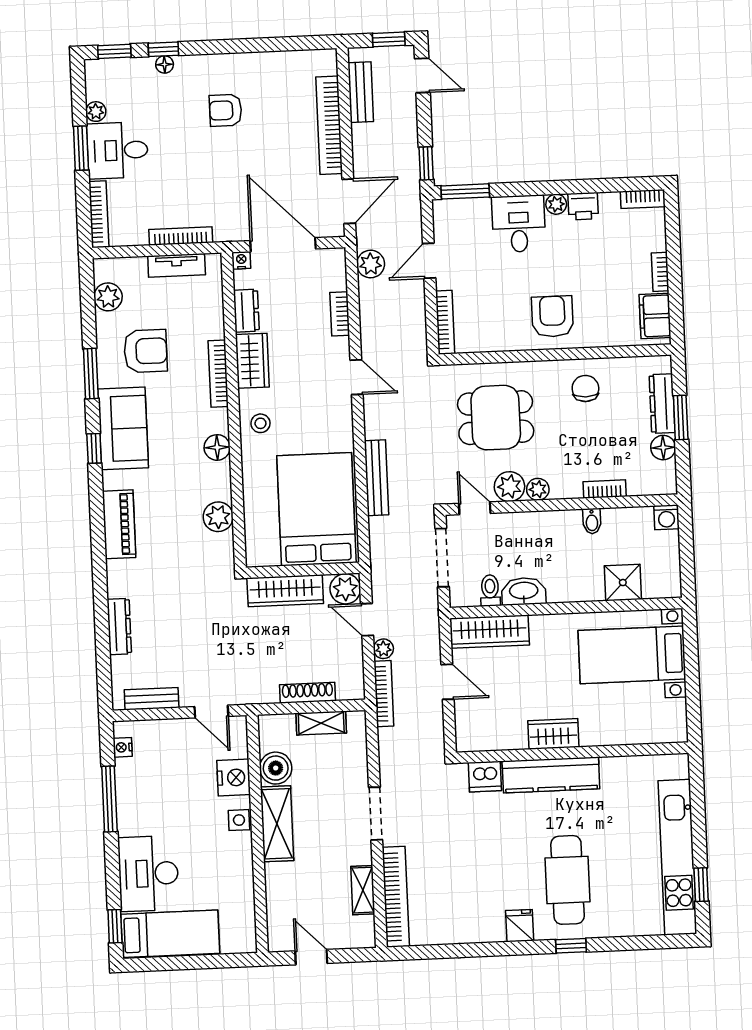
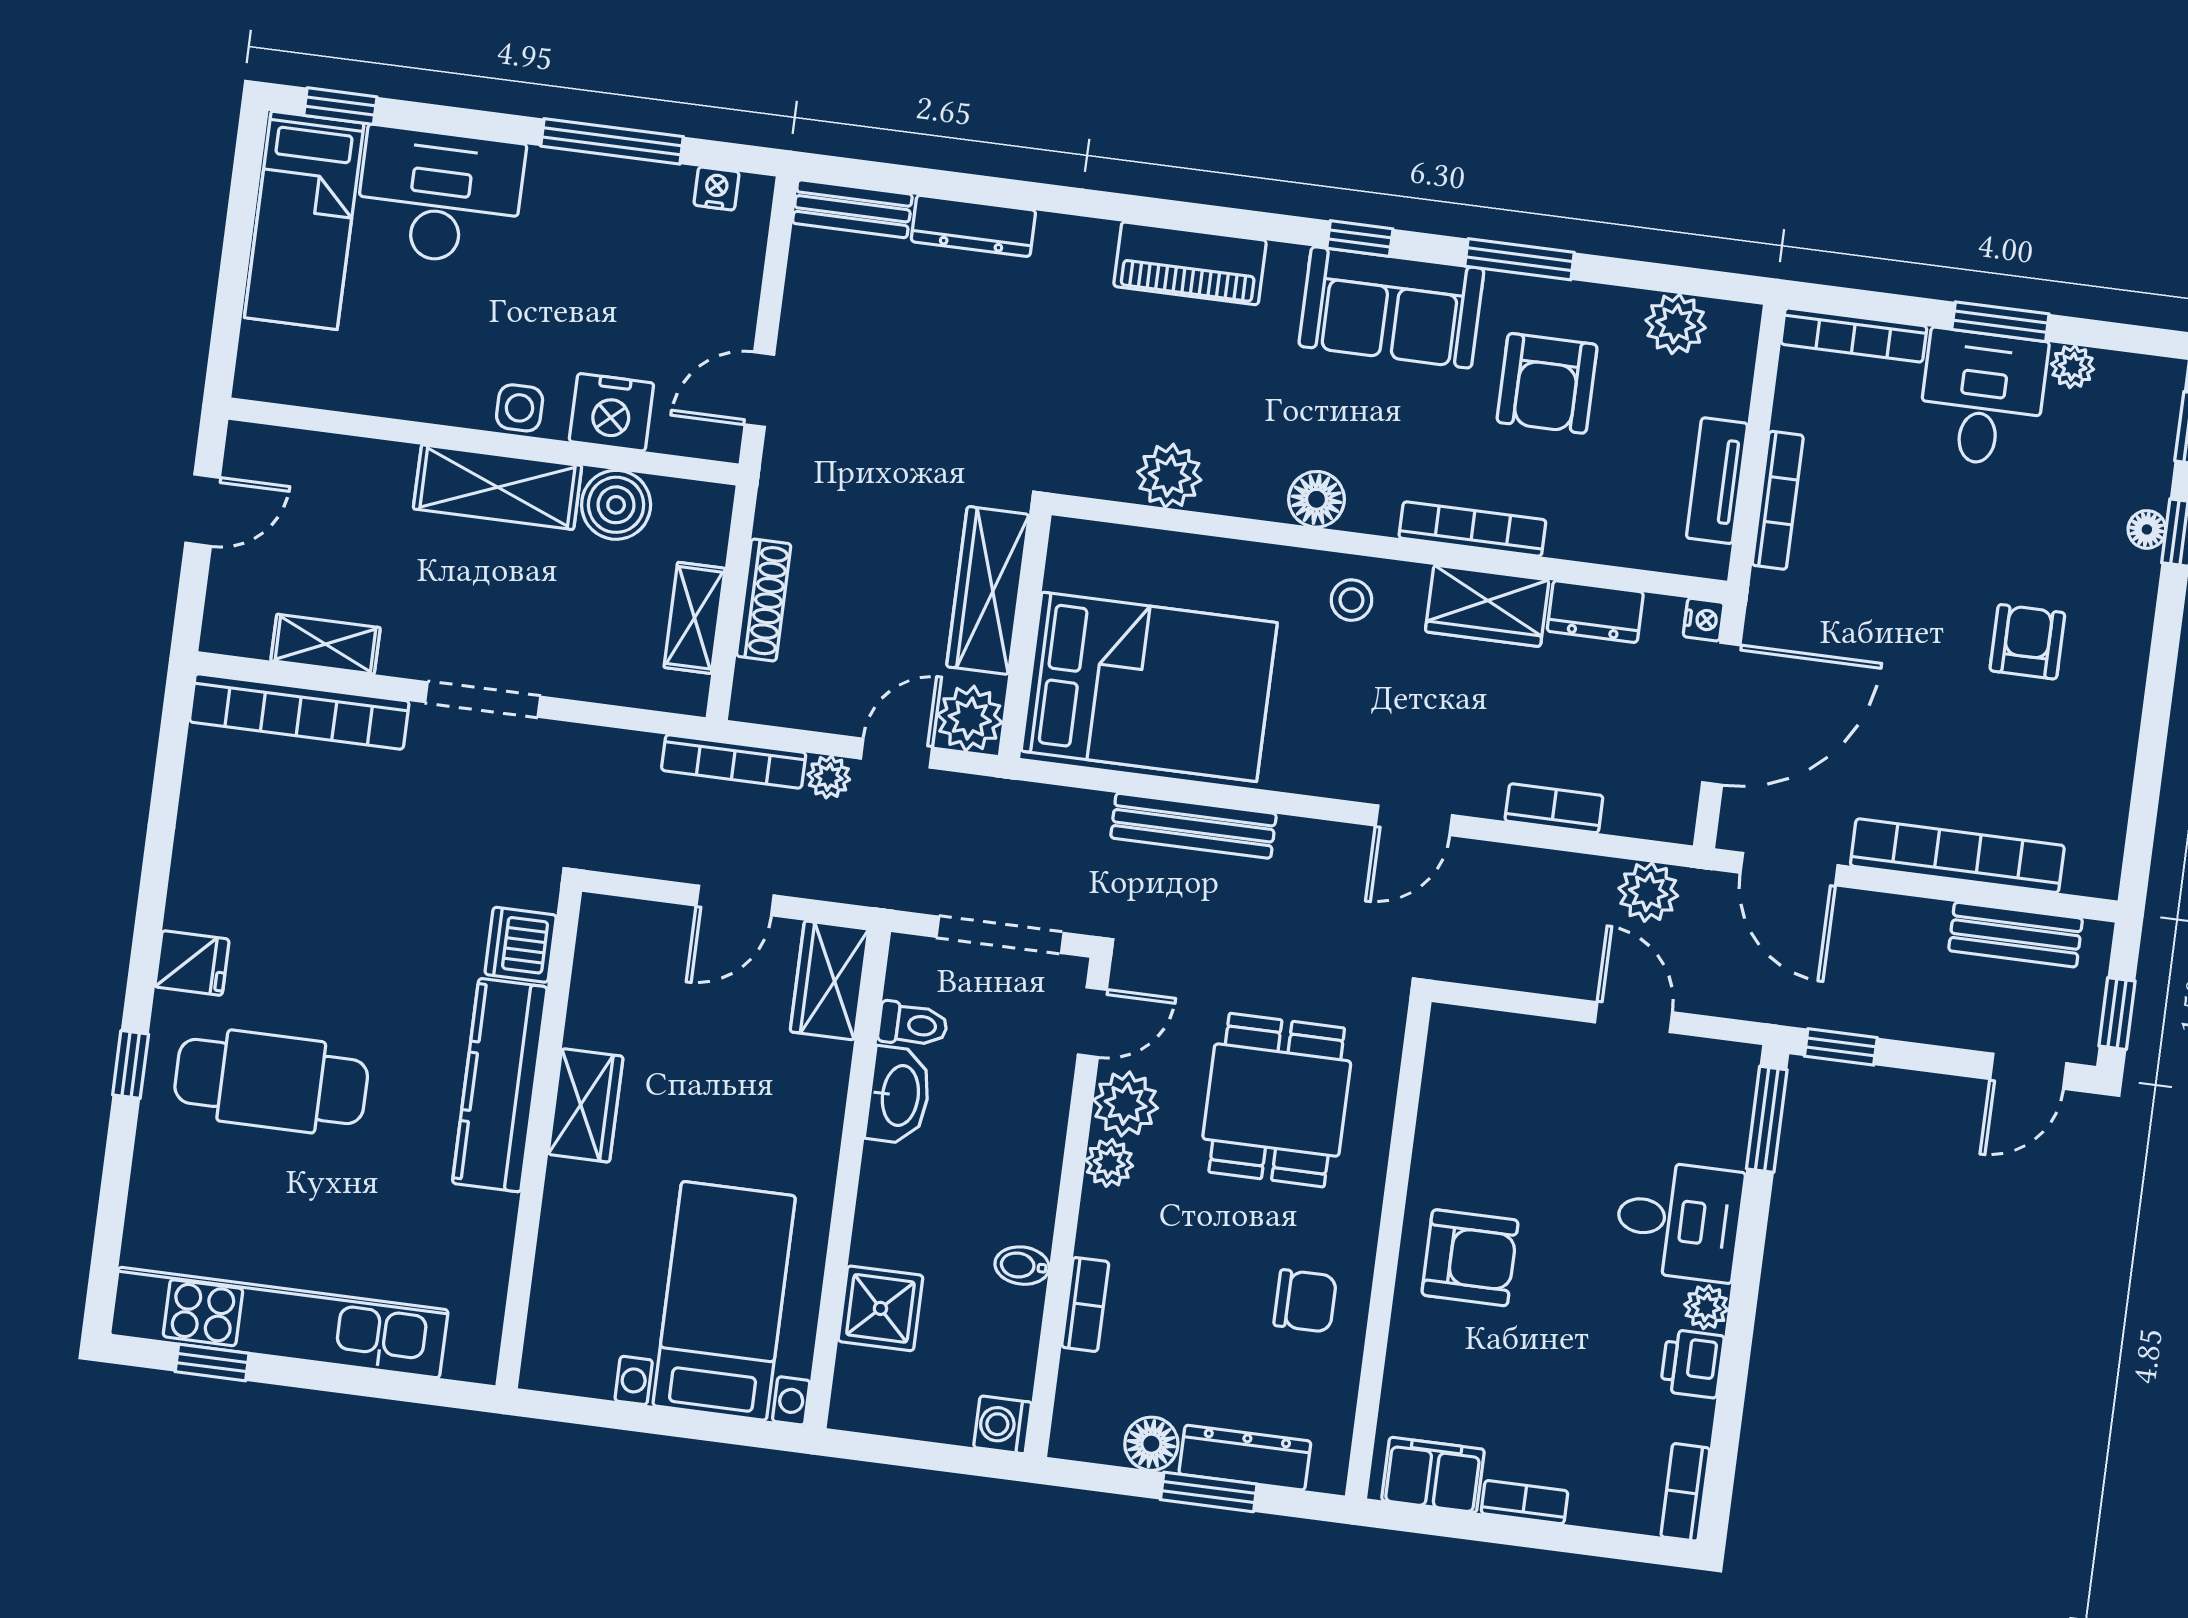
bookcase: (445, 322) -> (1497, 1028), removed
wardrobe: (490, 632) -> (829, 980), width x0.67
bench: (152, 699) -> (852, 209), moved, turned 90

